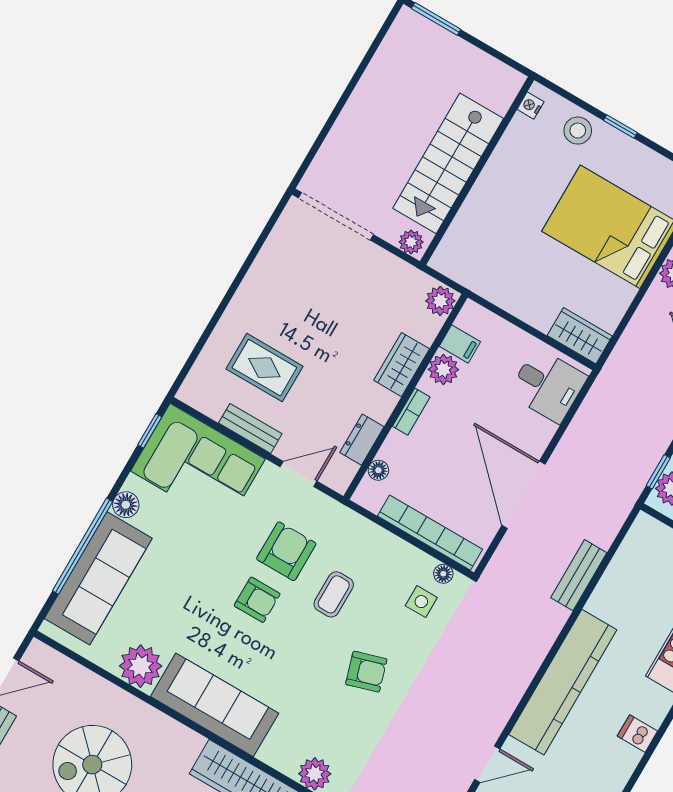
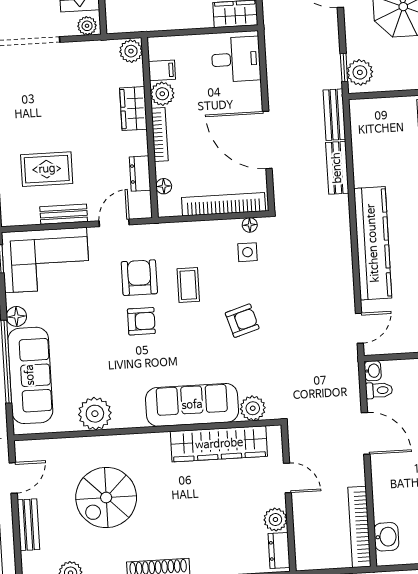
bookcase: (411, 412) -> (160, 135), width x1.56
bench: (614, 516) -> (334, 115), added
sofa: (215, 705) -> (192, 405), moved

